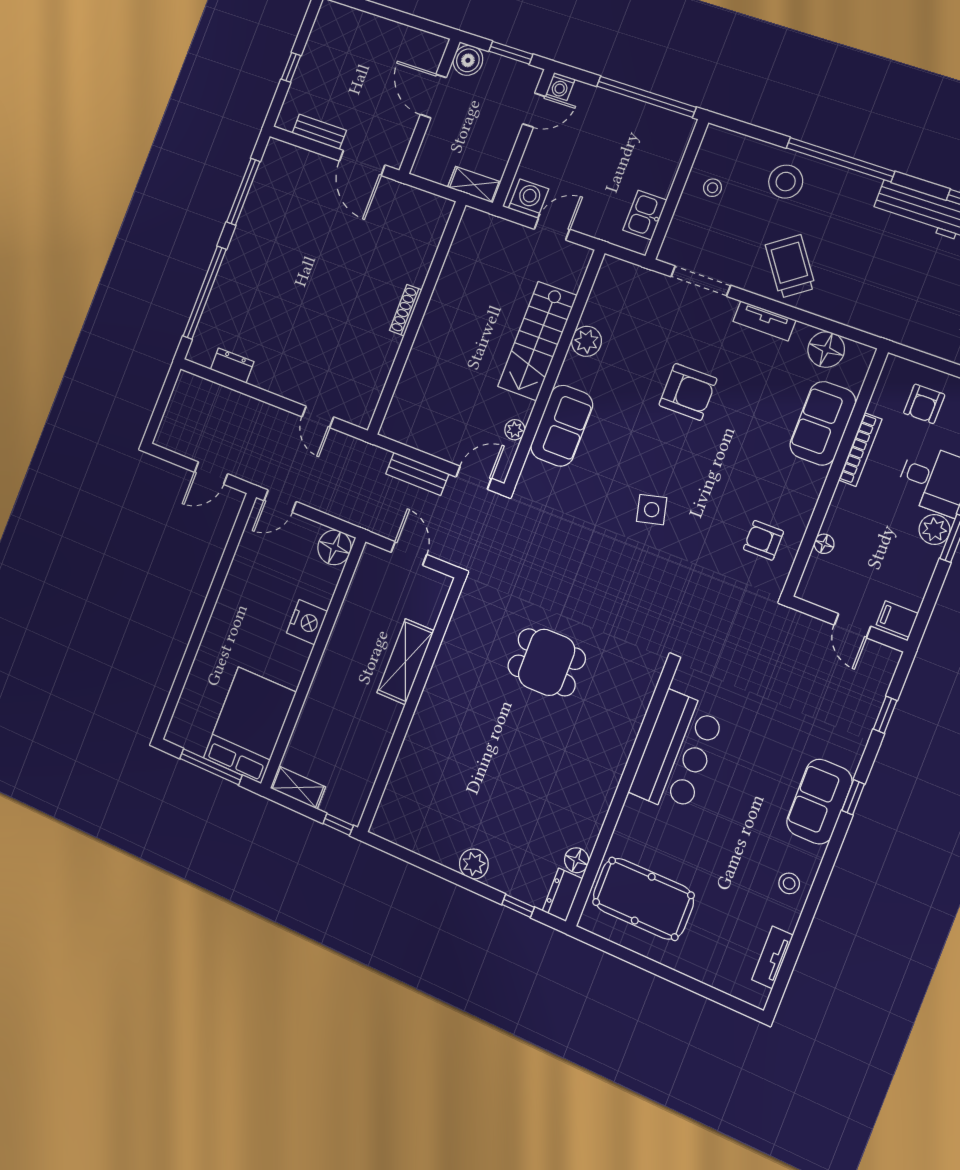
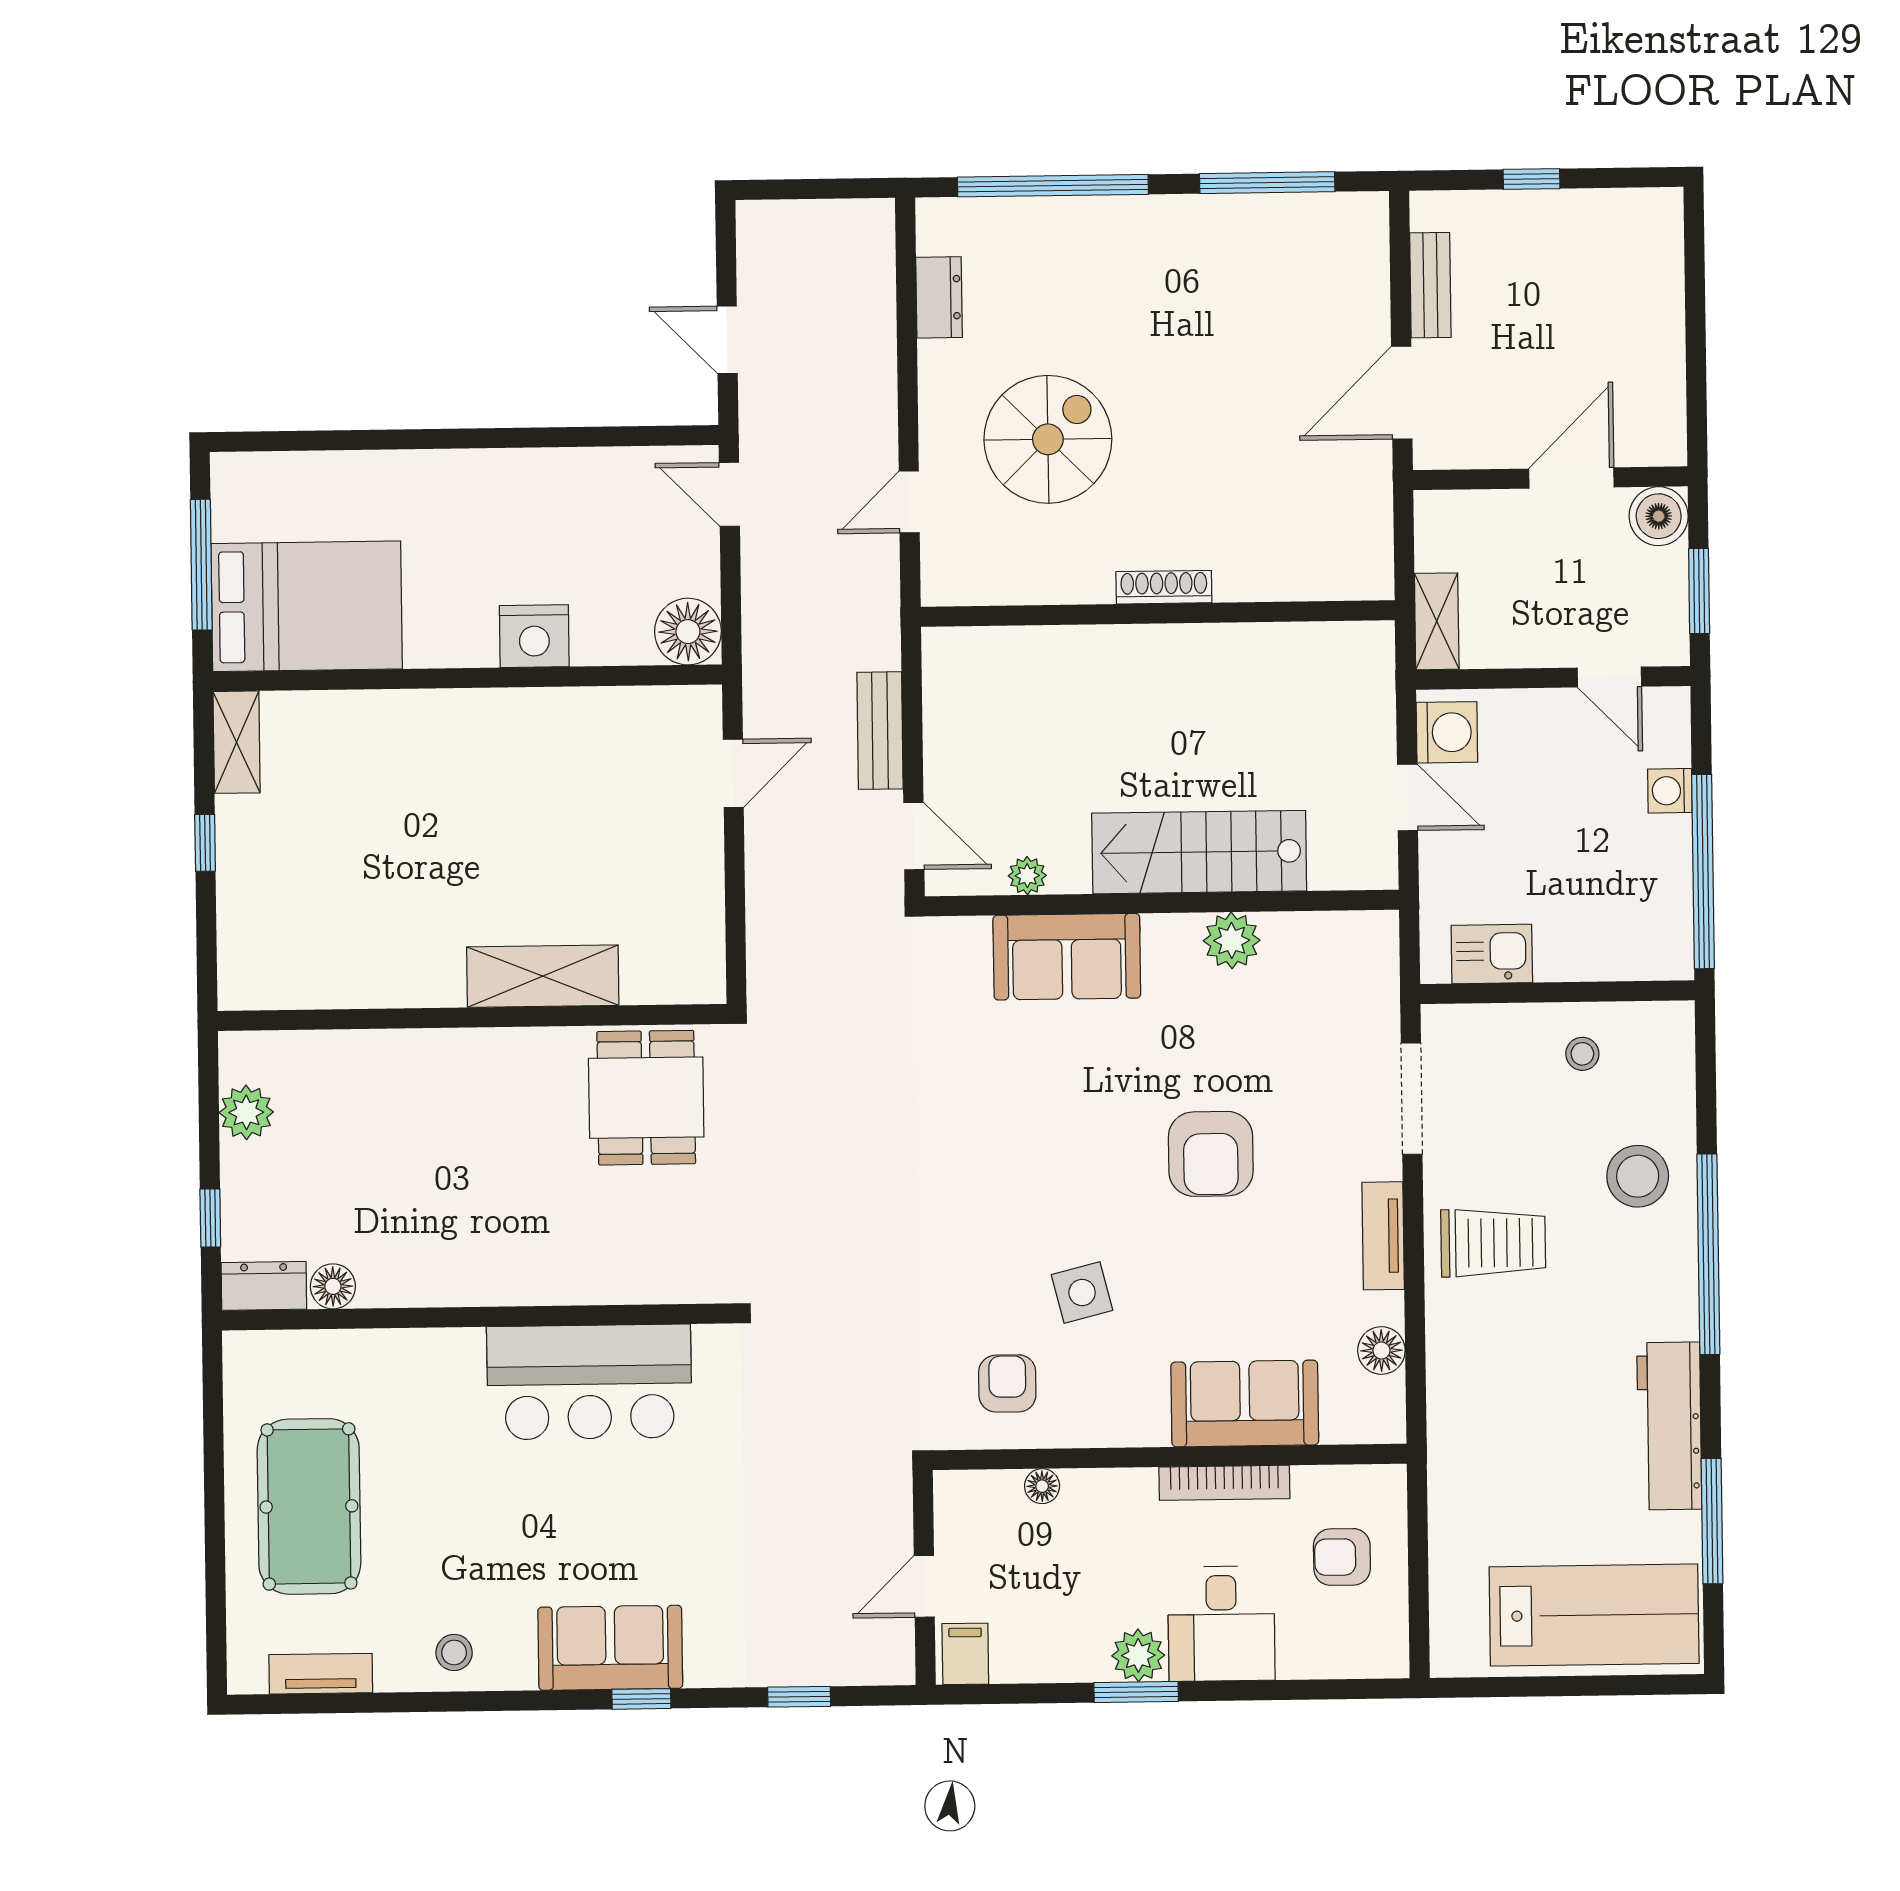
washing machine: (560, 86) -> (1670, 791), moved
trolley: (790, 266) -> (1493, 1243), turned 36
spiral stairs: (316, 339) -> (1048, 439), added
floor lamp: (826, 350) -> (1381, 1350), width x0.73, depth x0.73
side table: (652, 510) -> (1082, 1293), moved
shelving: (405, 662) -> (543, 976), moved
wall: (411, 705) -> (472, 1017), moved
pool table: (643, 899) -> (309, 1506), moved

